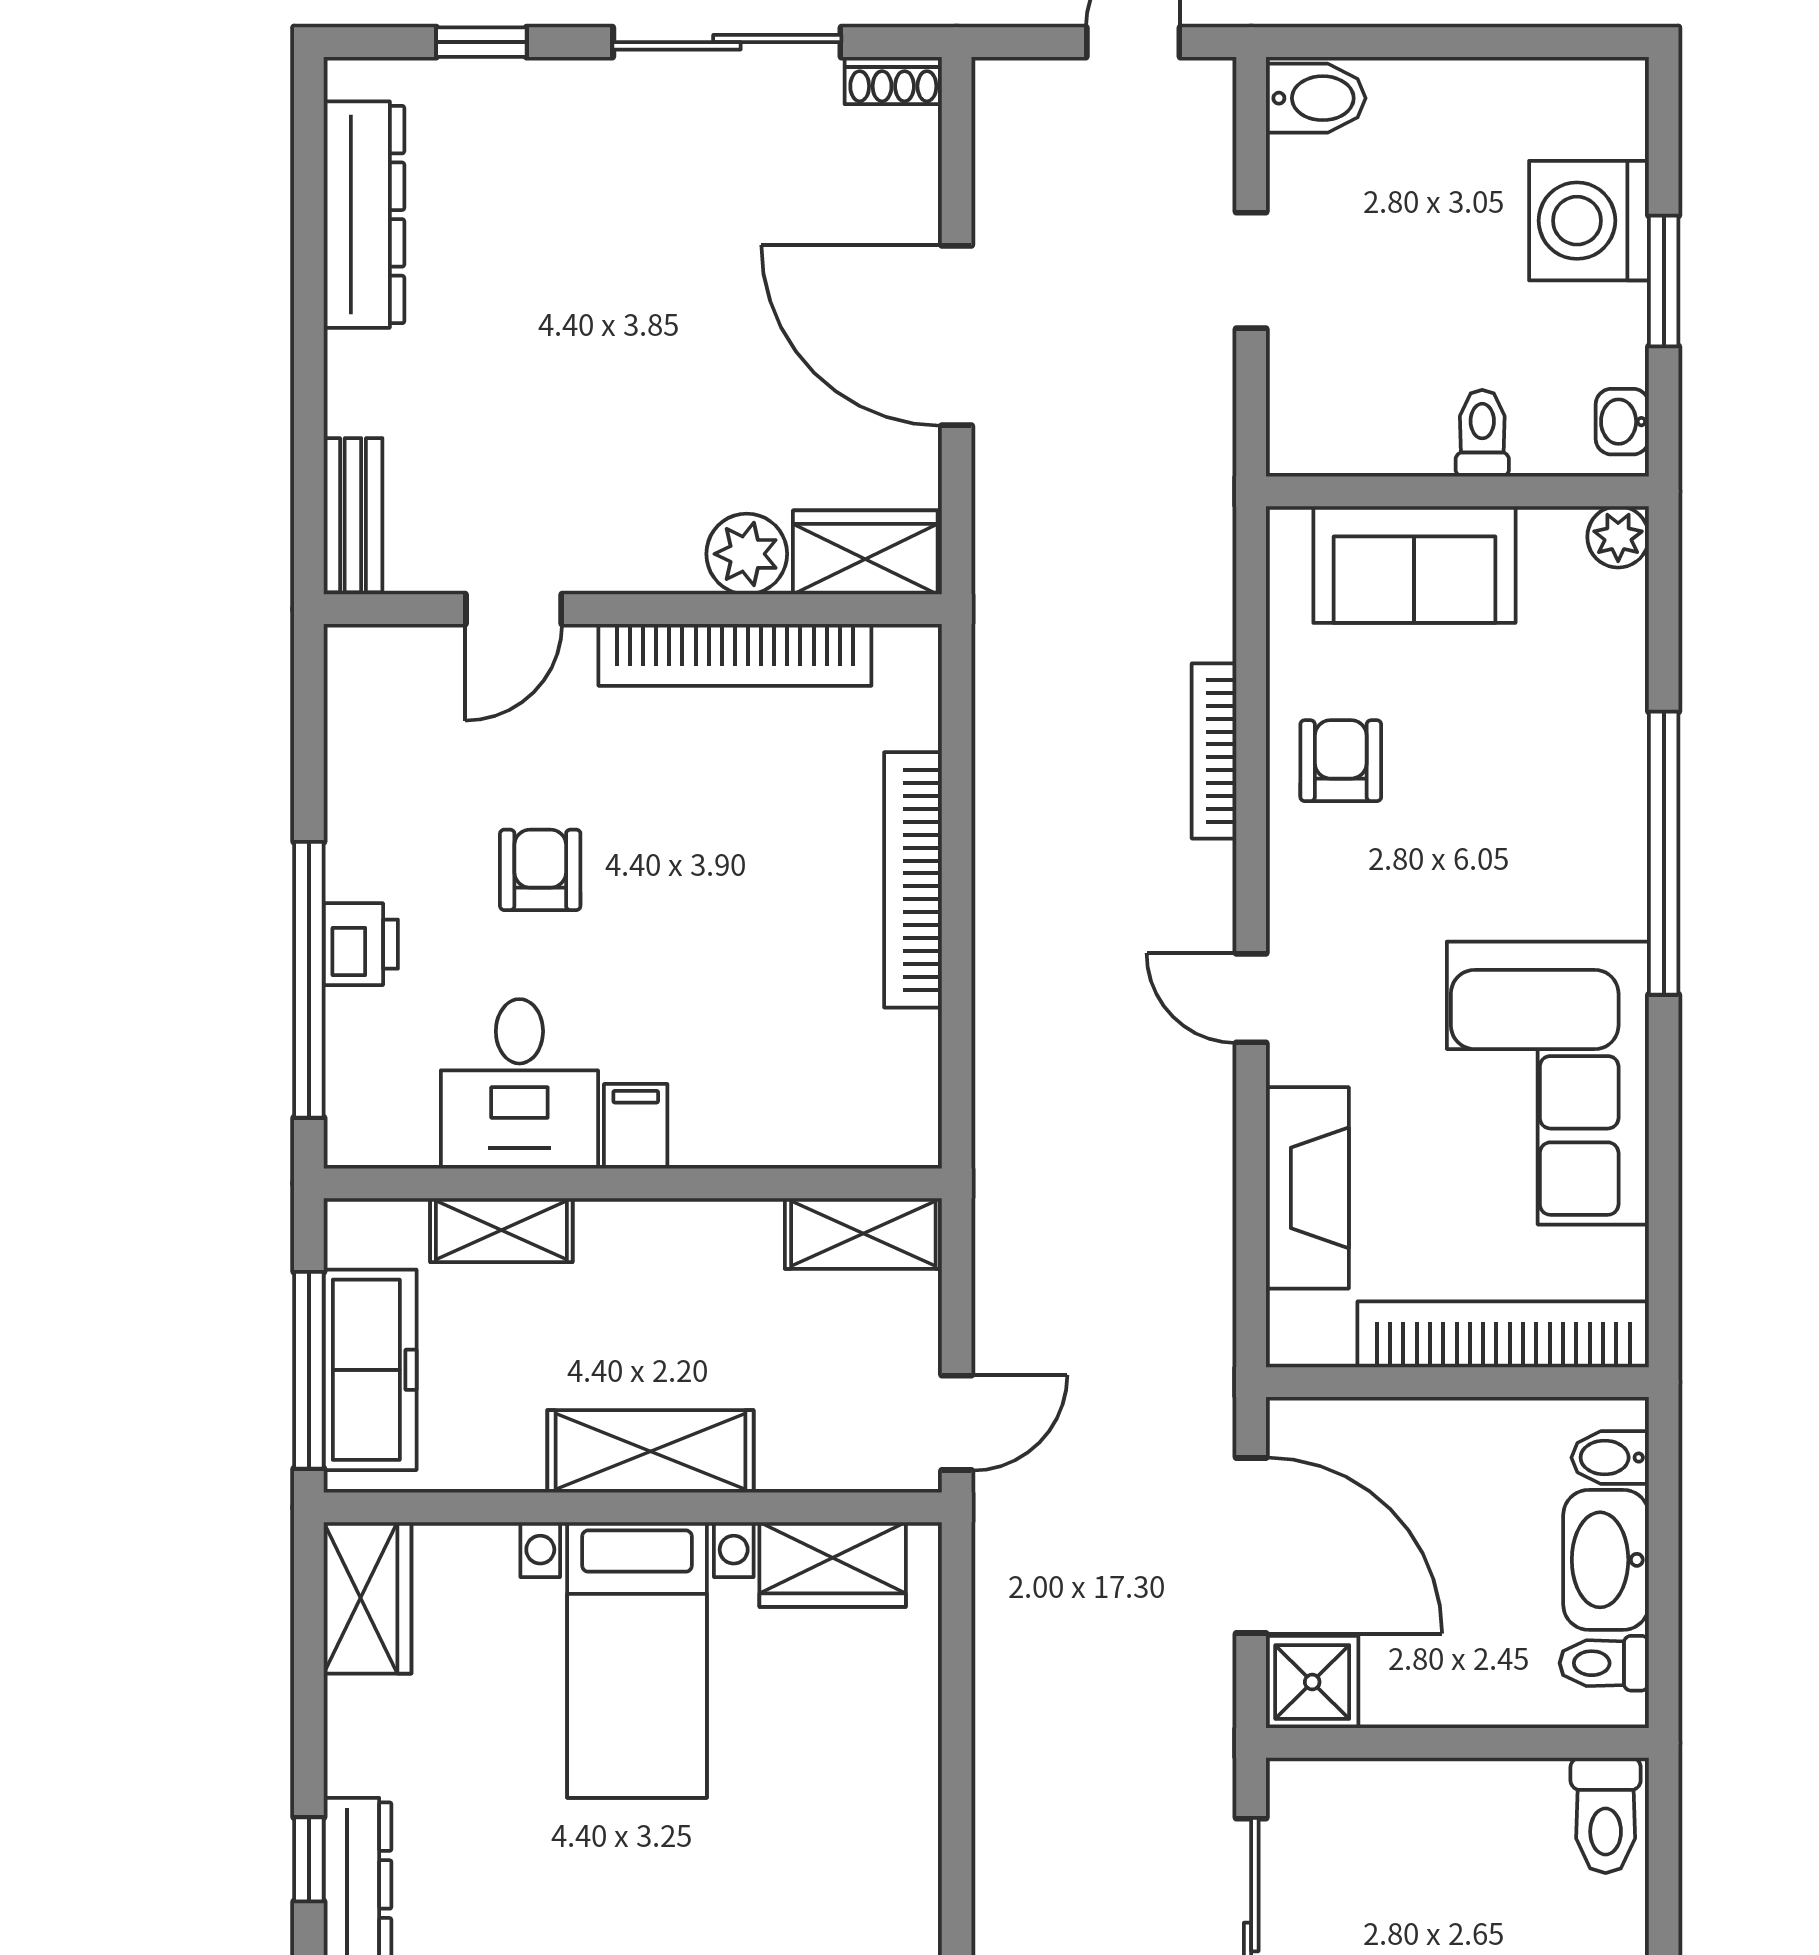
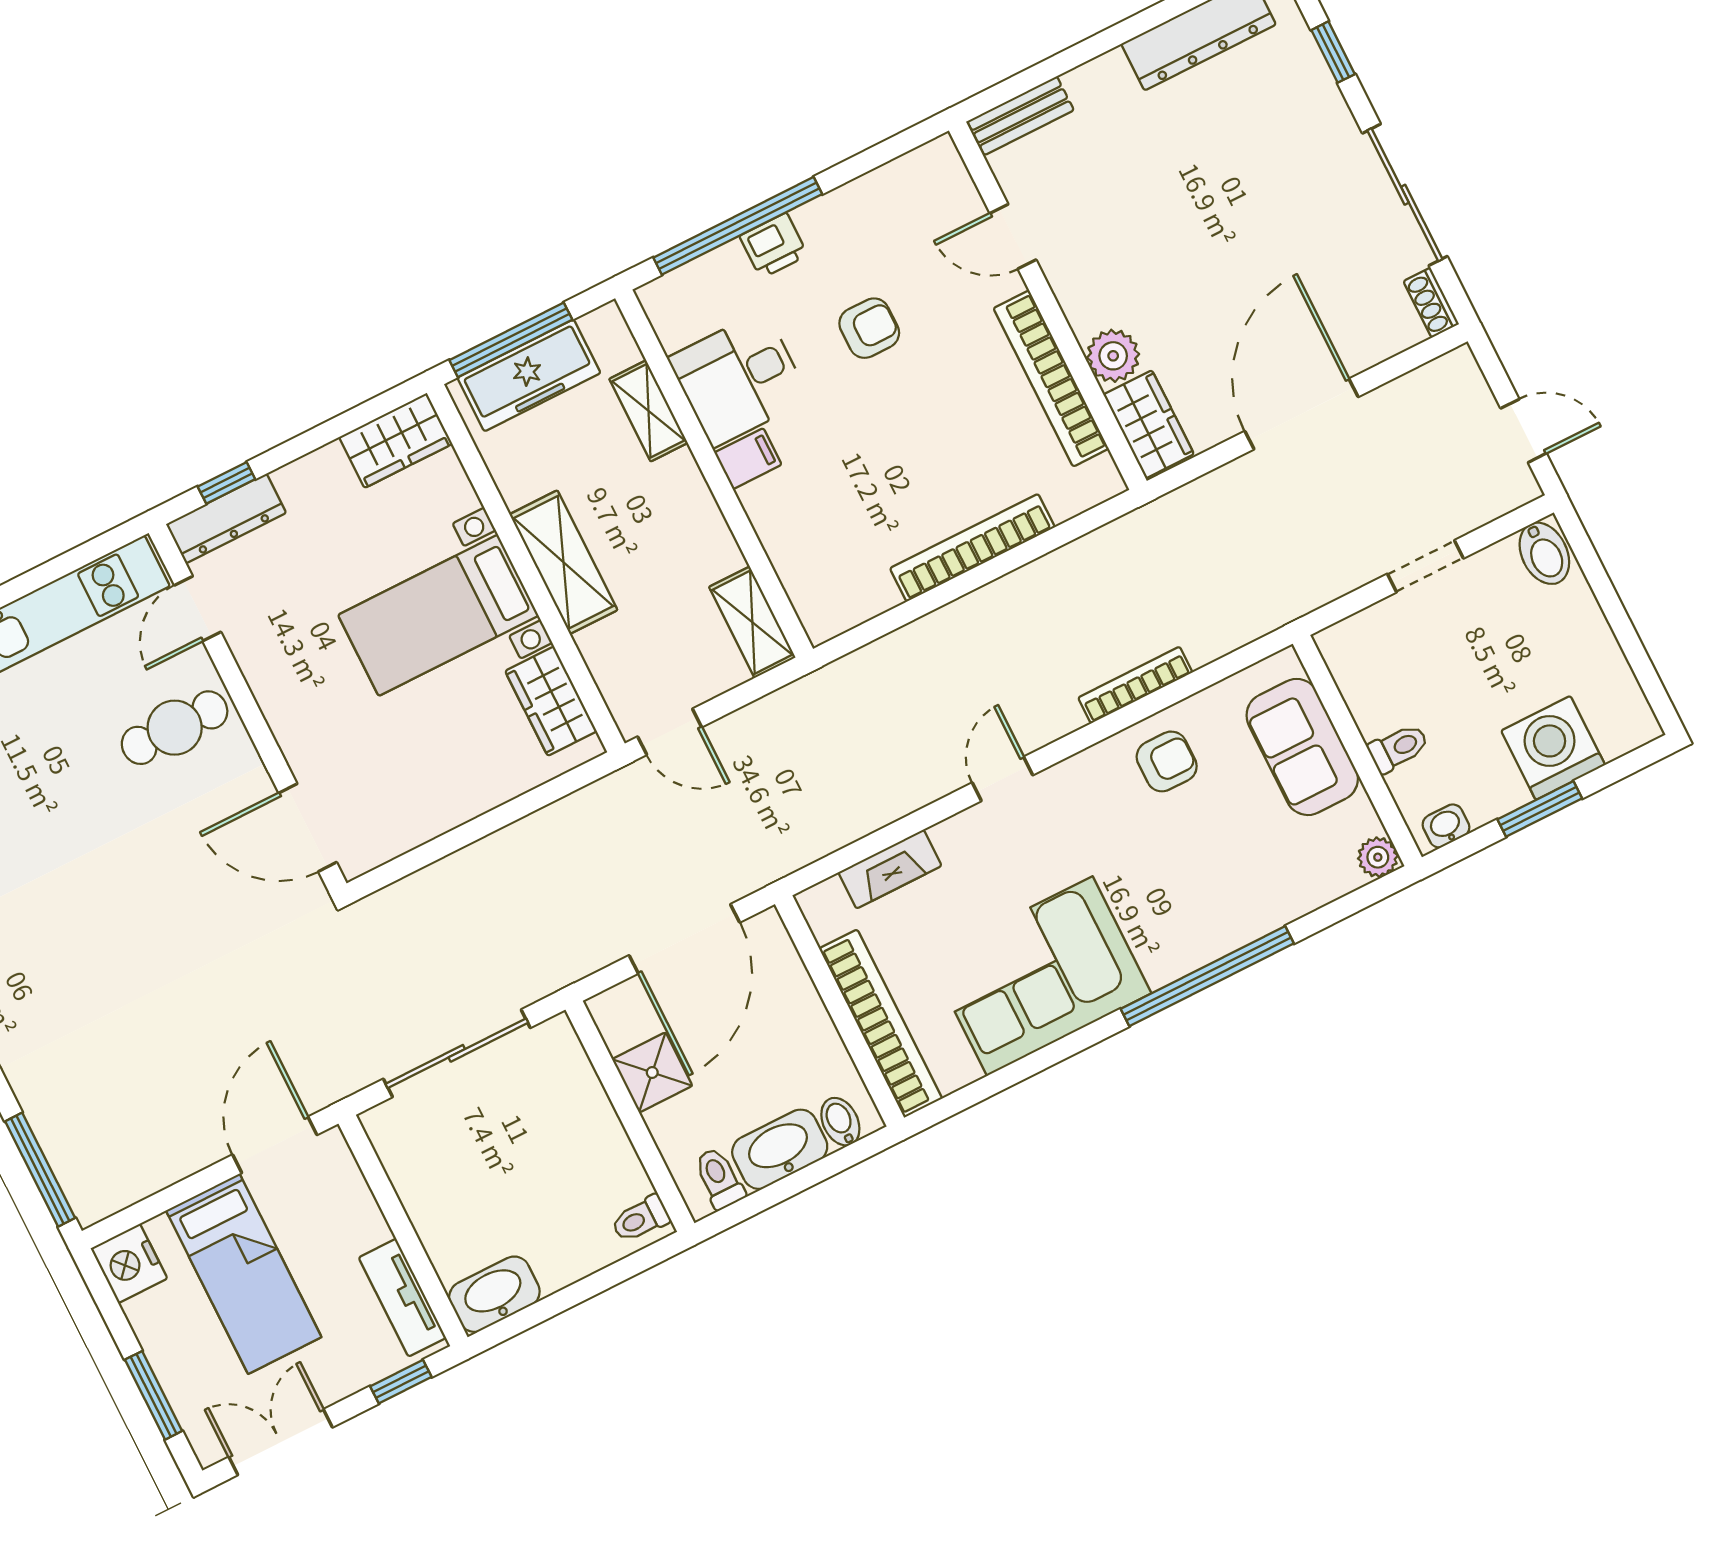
fireplace: (1307, 1188) -> (890, 869), width x0.73, depth x0.76
shower: (1312, 1682) -> (652, 1072), moved
toilet: (1606, 1815) -> (640, 1219), width x0.73, depth x0.72

